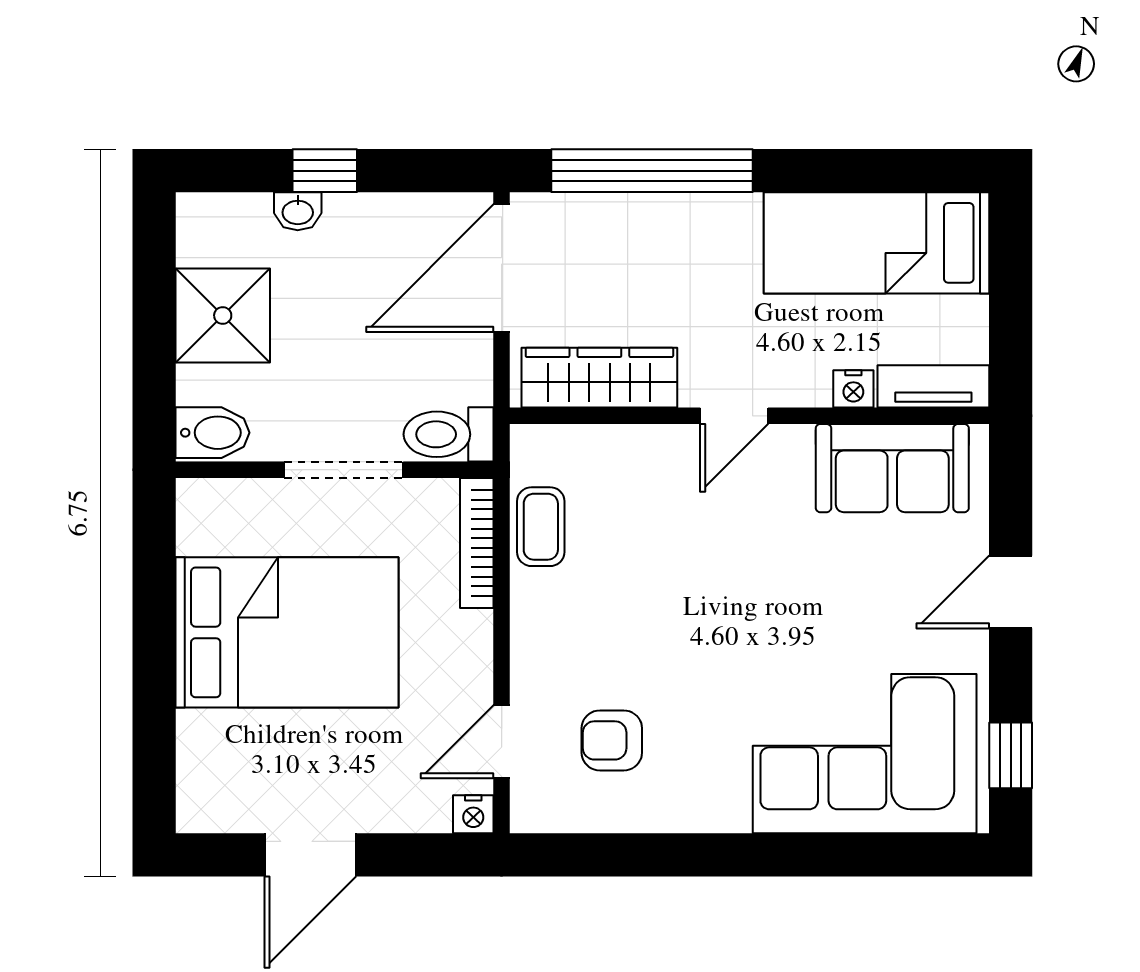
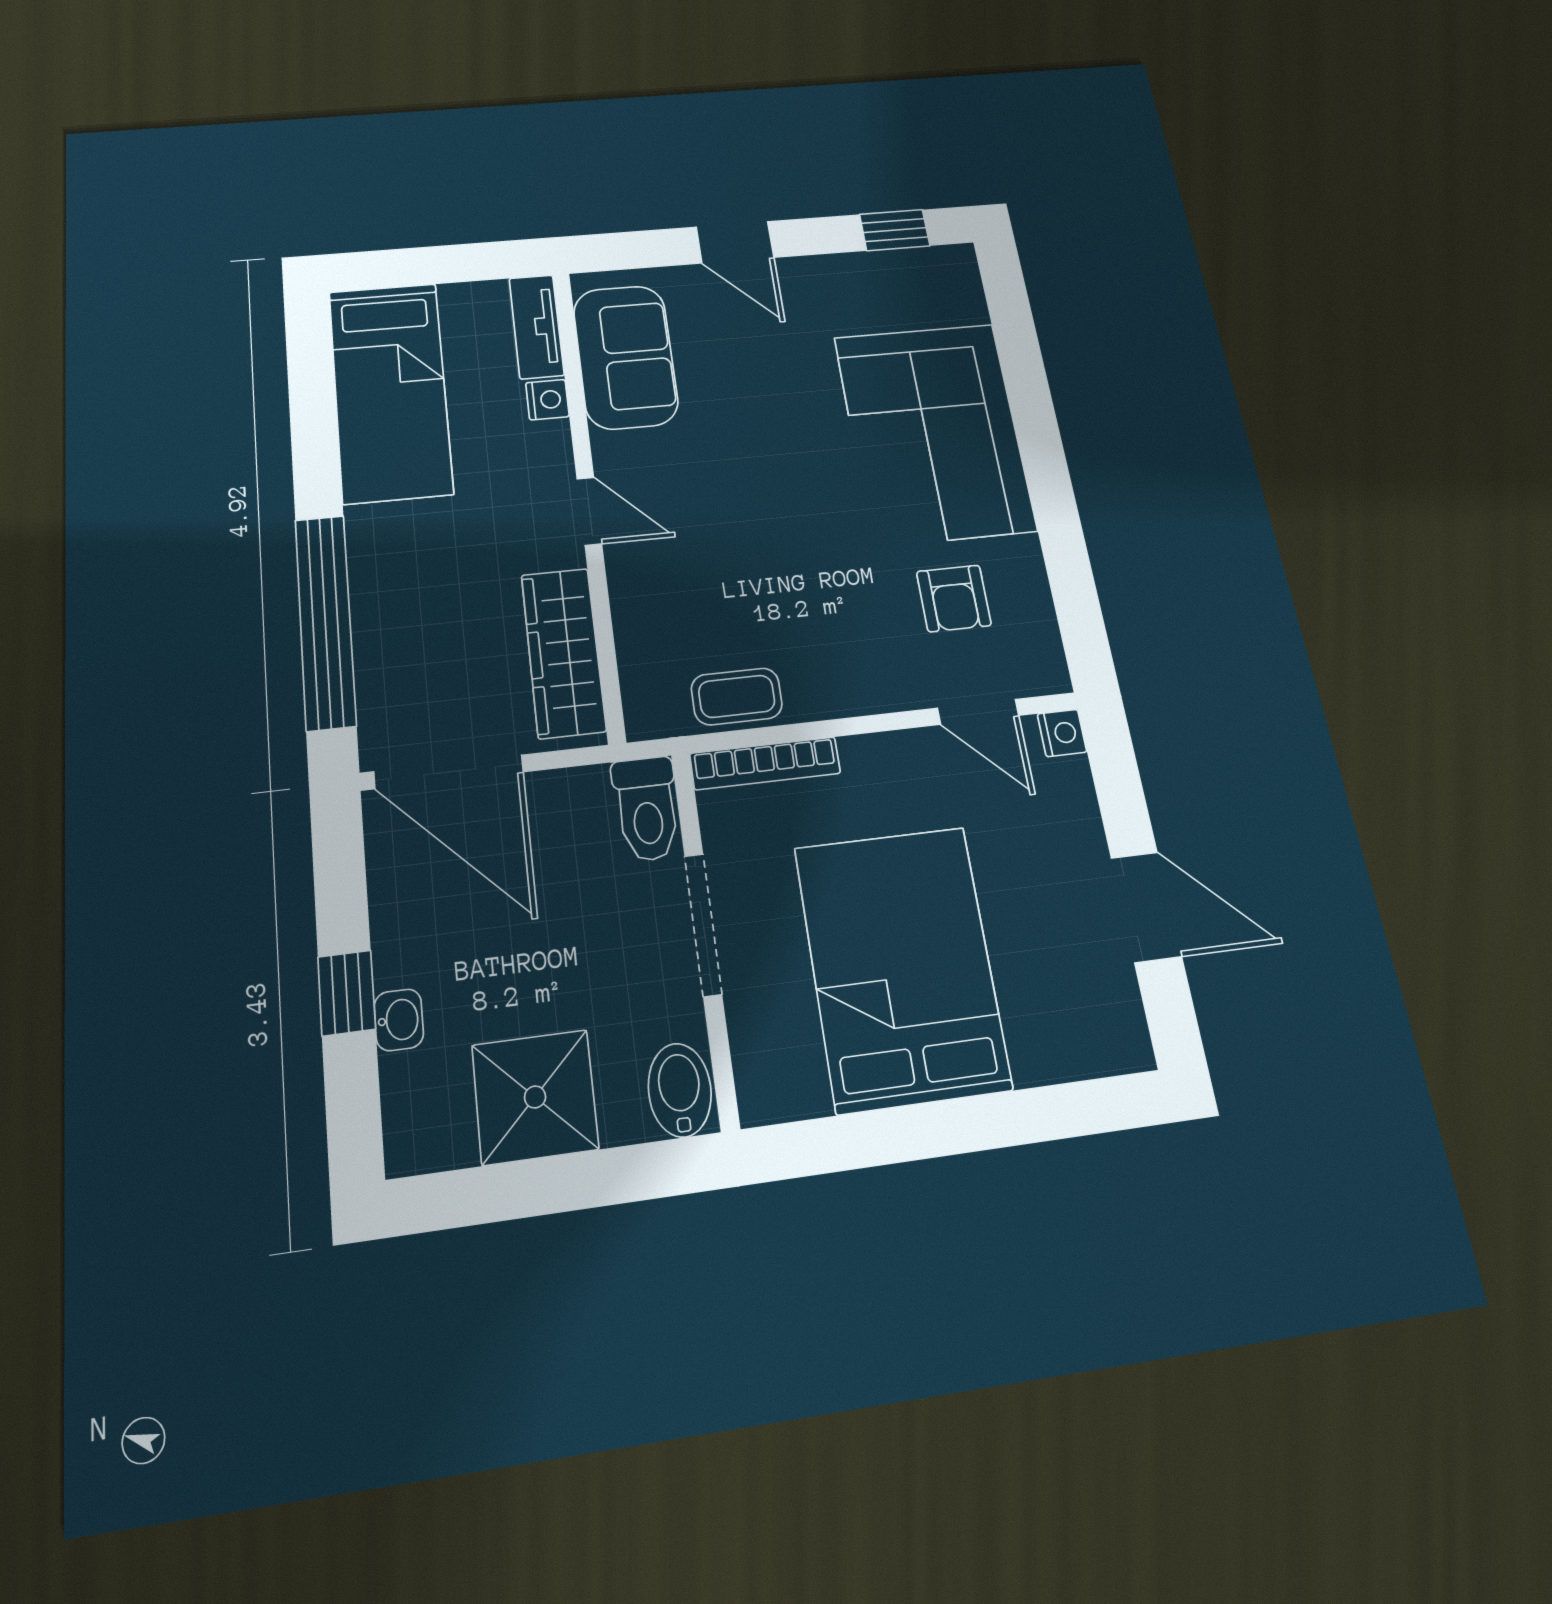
corner sofa: (865, 754) -> (934, 433), moved

